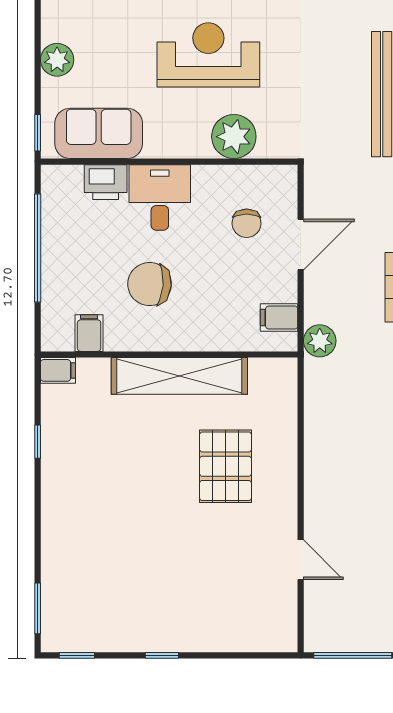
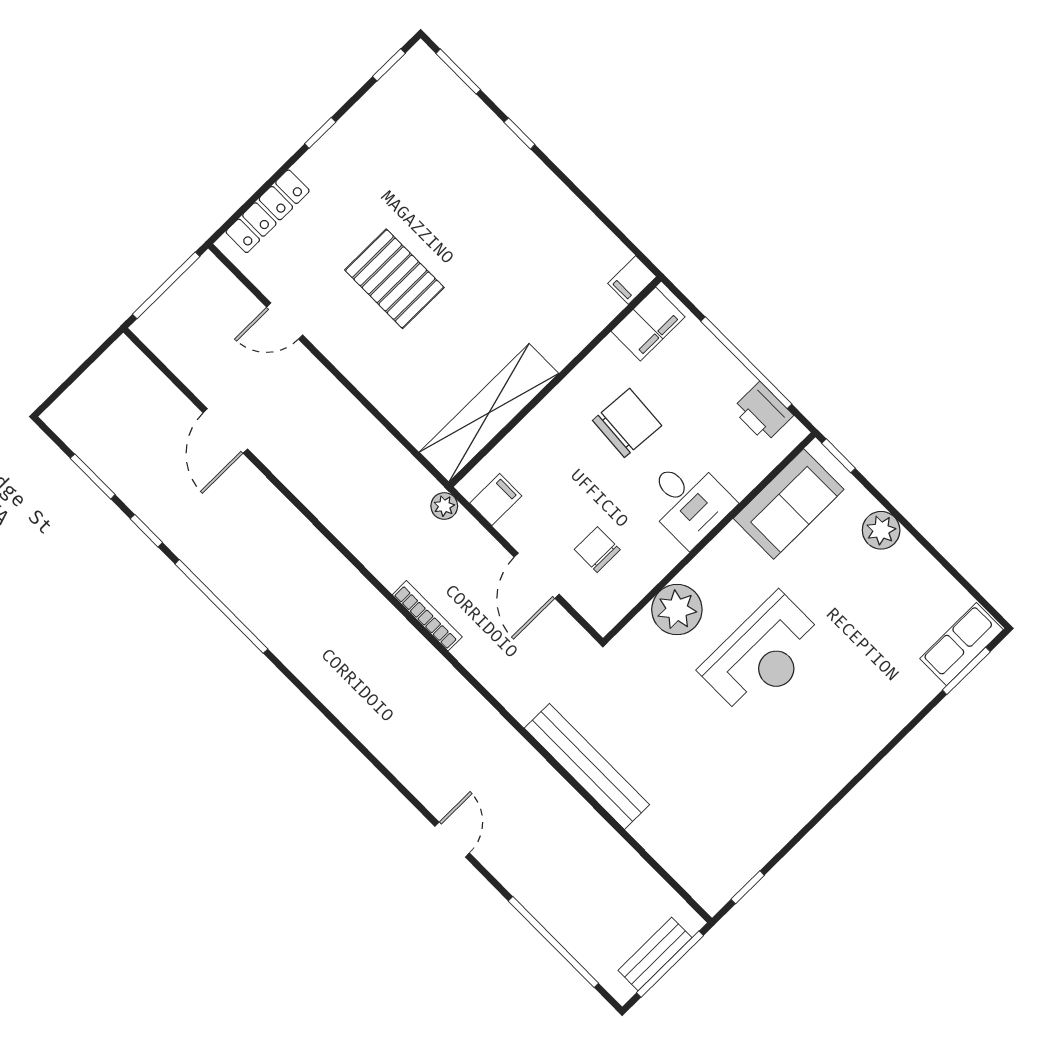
printer: (106, 182) -> (763, 412), moved, turned -90
filing cabinet: (89, 333) -> (648, 324), width x2.00
plant: (320, 341) -> (444, 506), width x0.73, depth x0.73
shelving: (179, 376) -> (489, 413), moved
window: (38, 442) -> (519, 133), moved
pallet: (226, 466) -> (394, 279), moved
locker: (243, 639) -> (268, 211), added

